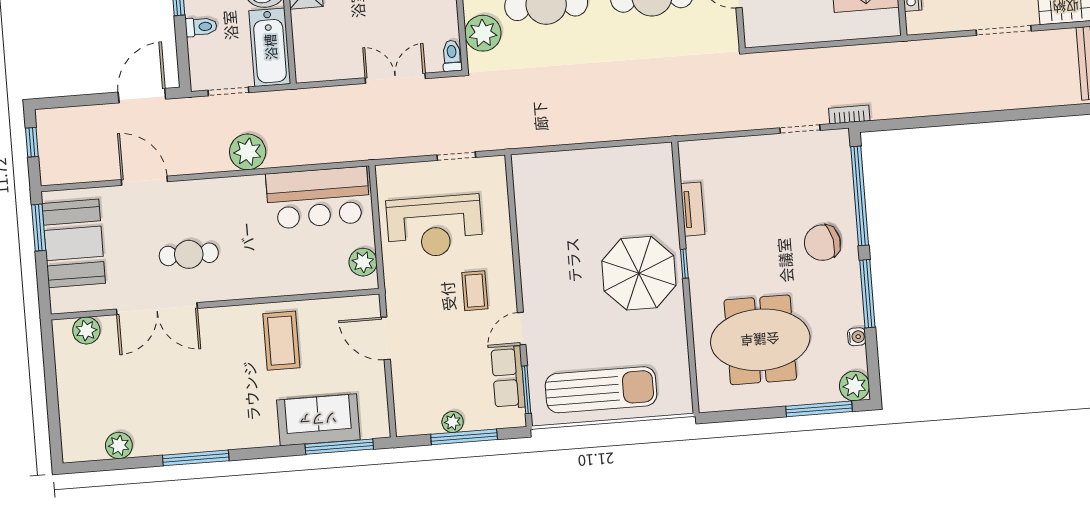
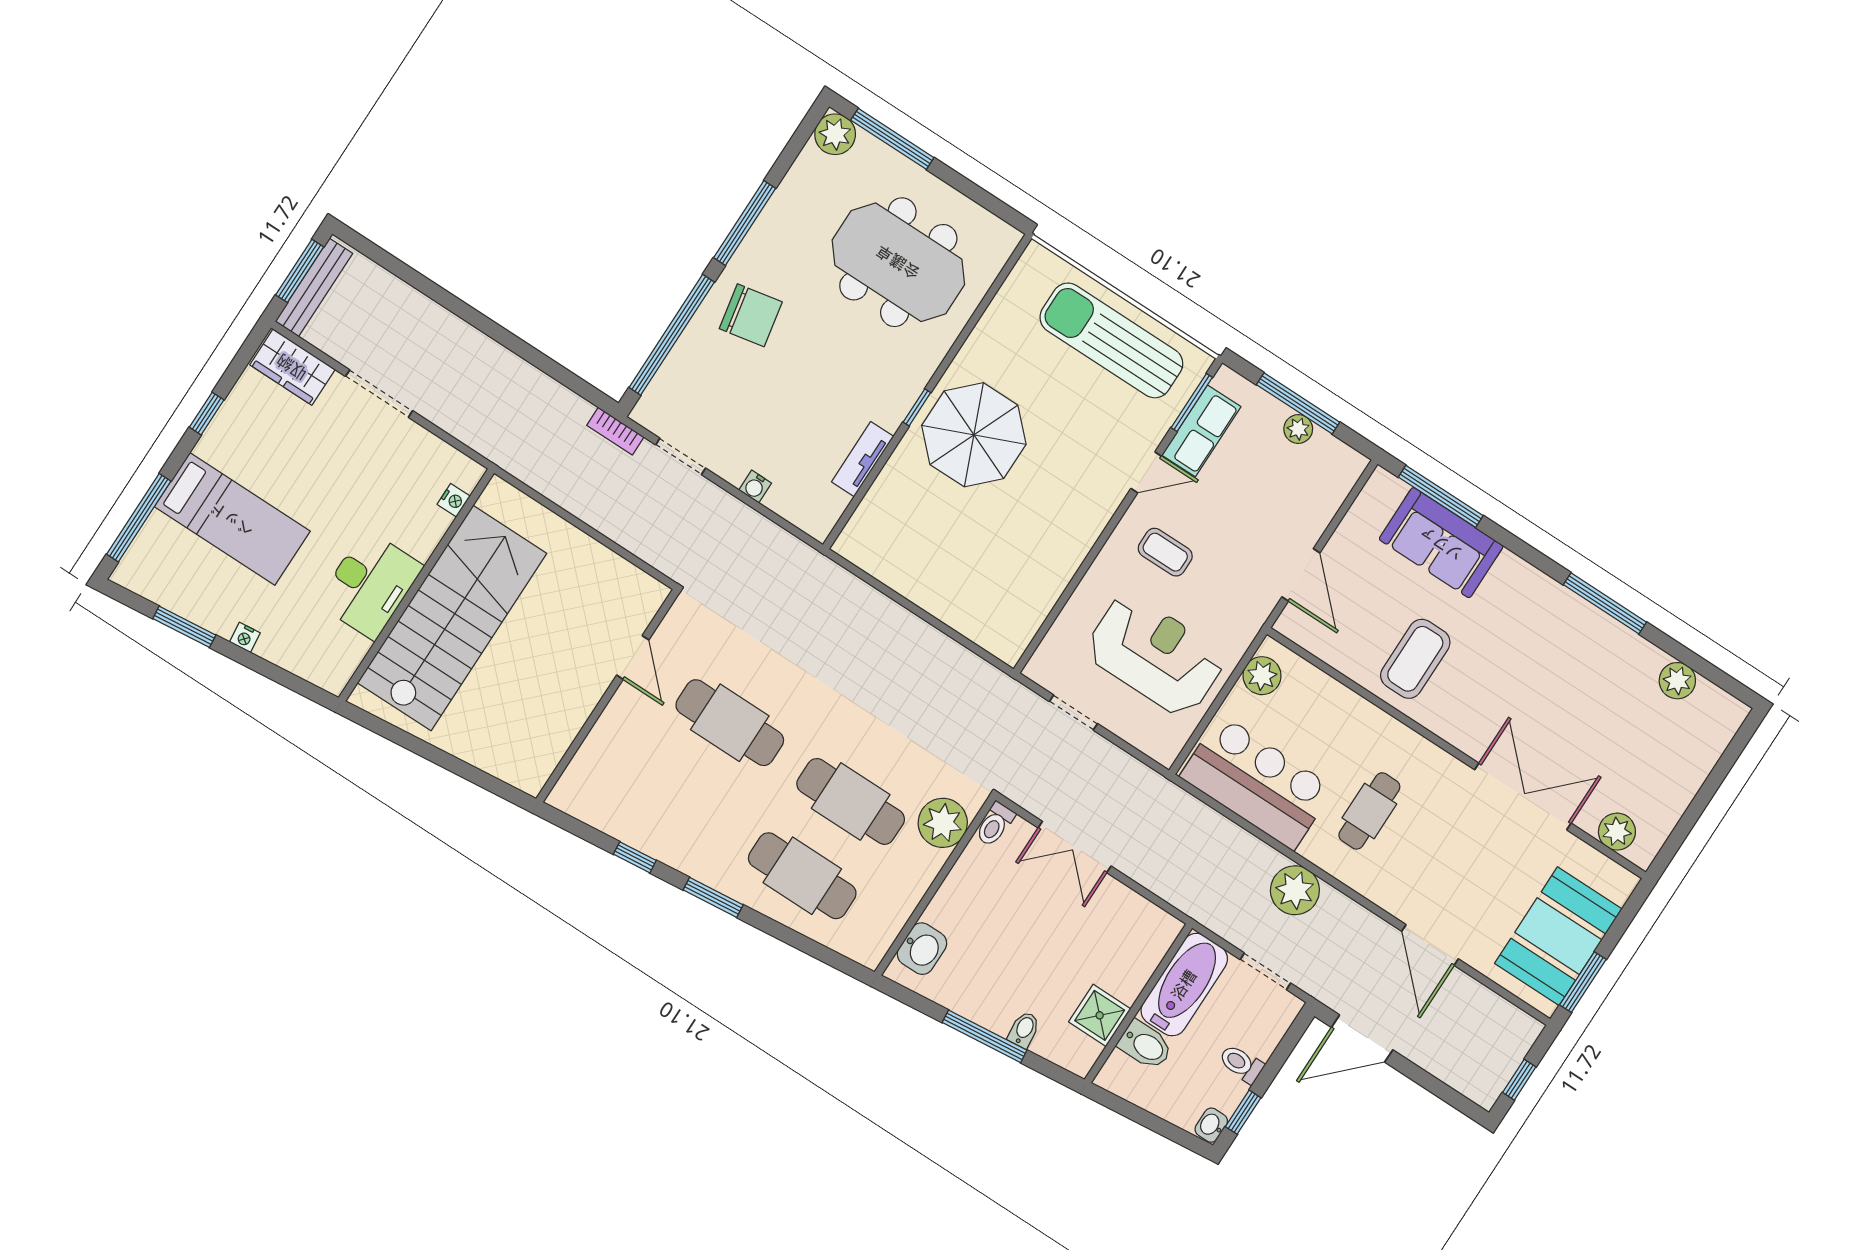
cafe table: (189, 254) -> (1369, 811), moved, turned 90
coffee table: (475, 291) -> (1165, 552), turned 90
water cooler: (857, 337) -> (755, 487), moved, turned -90

